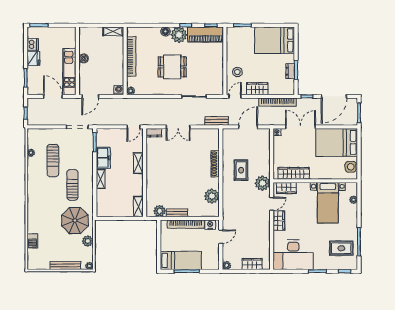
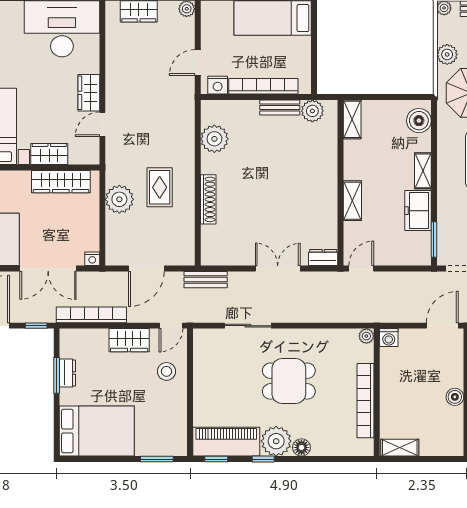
plant: (263, 183) -> (119, 199), moved
wardrobe: (286, 188) -> (49, 154), moved
boiler: (103, 206) -> (419, 121), added

